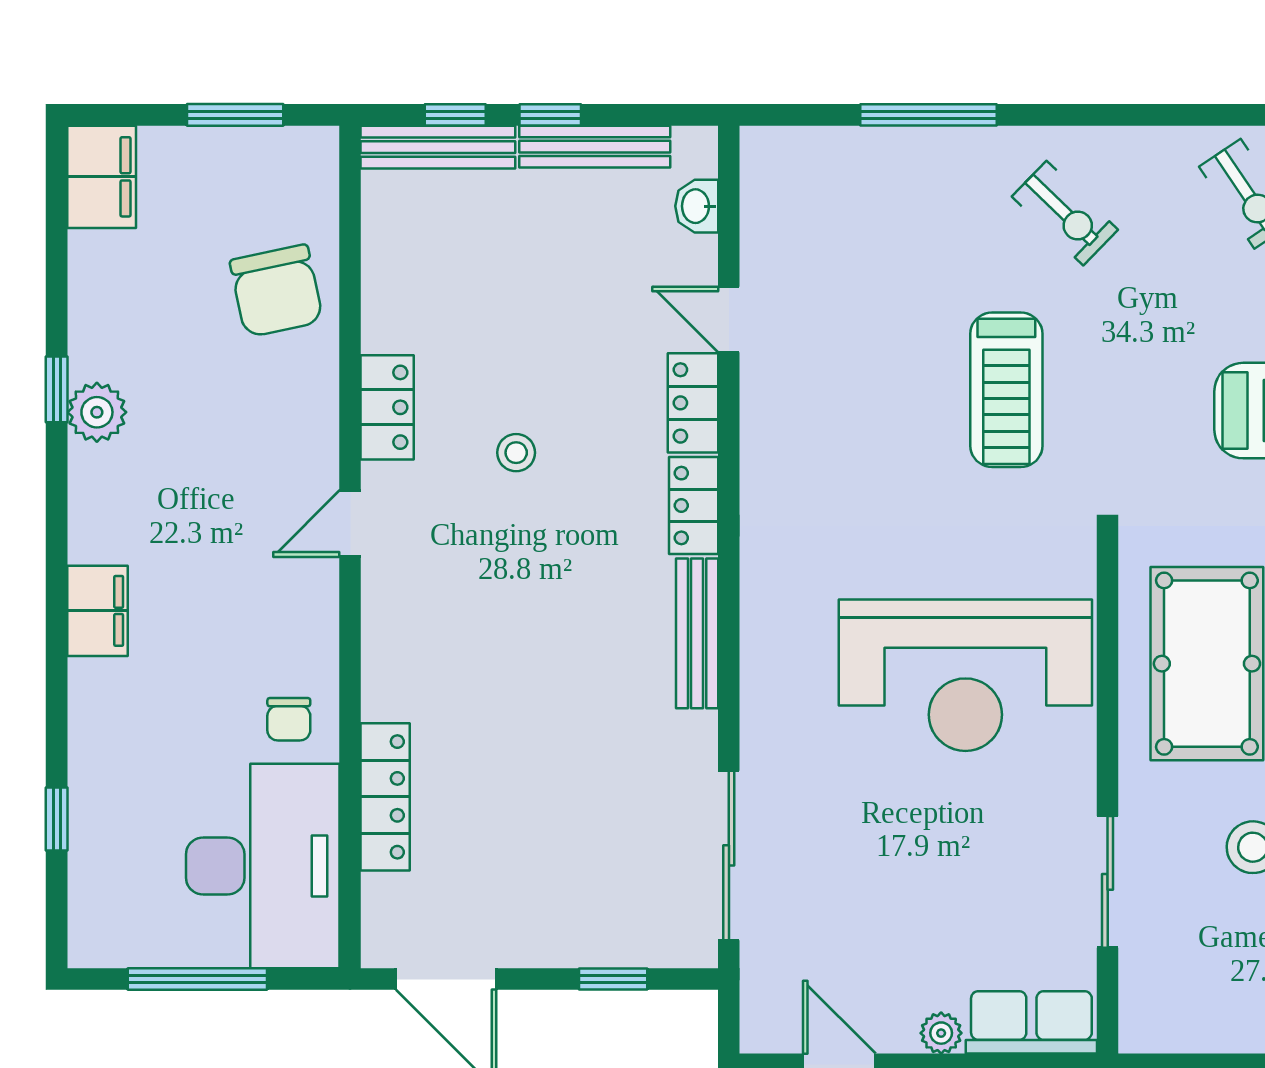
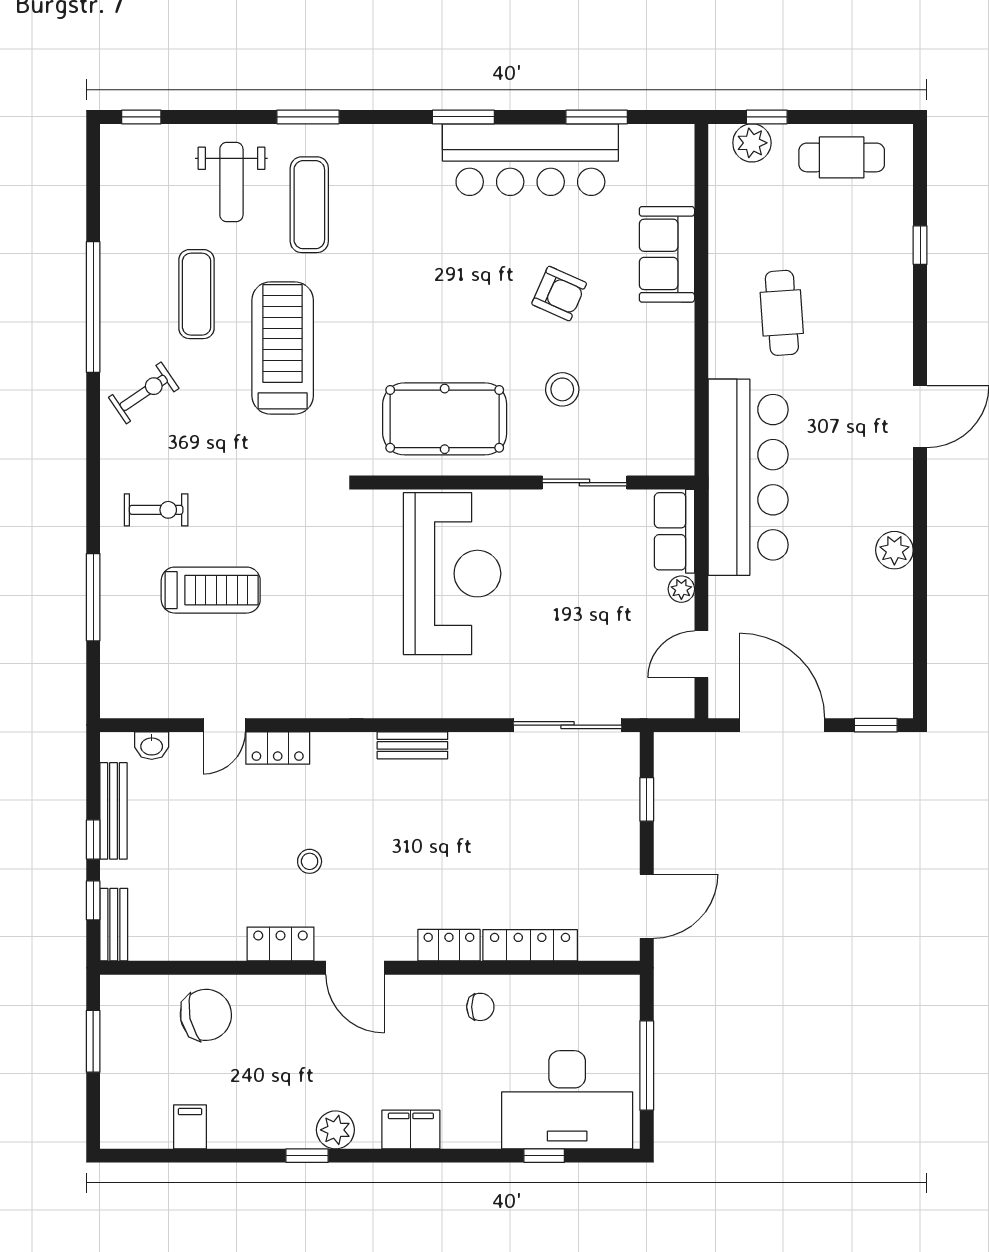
bench: (438, 147) -> (114, 925), width x0.73
filing cabinet: (102, 177) -> (190, 1127), moved, width x0.50
exercise bike: (1065, 213) -> (156, 510), turned 46
window: (57, 389) -> (307, 1156), moved
treadmill: (1006, 390) -> (211, 590), moved
plant: (97, 412) -> (335, 1130), moved
locker: (694, 505) -> (449, 945), moved, turned 180
door: (350, 524) -> (355, 968), width x1.38
bench: (697, 633) -> (412, 745), width x0.73
desk: (263, 866) -> (567, 1100), moved, turned 180

